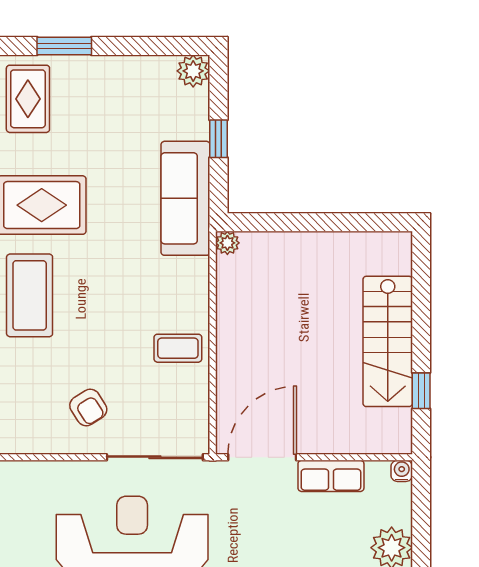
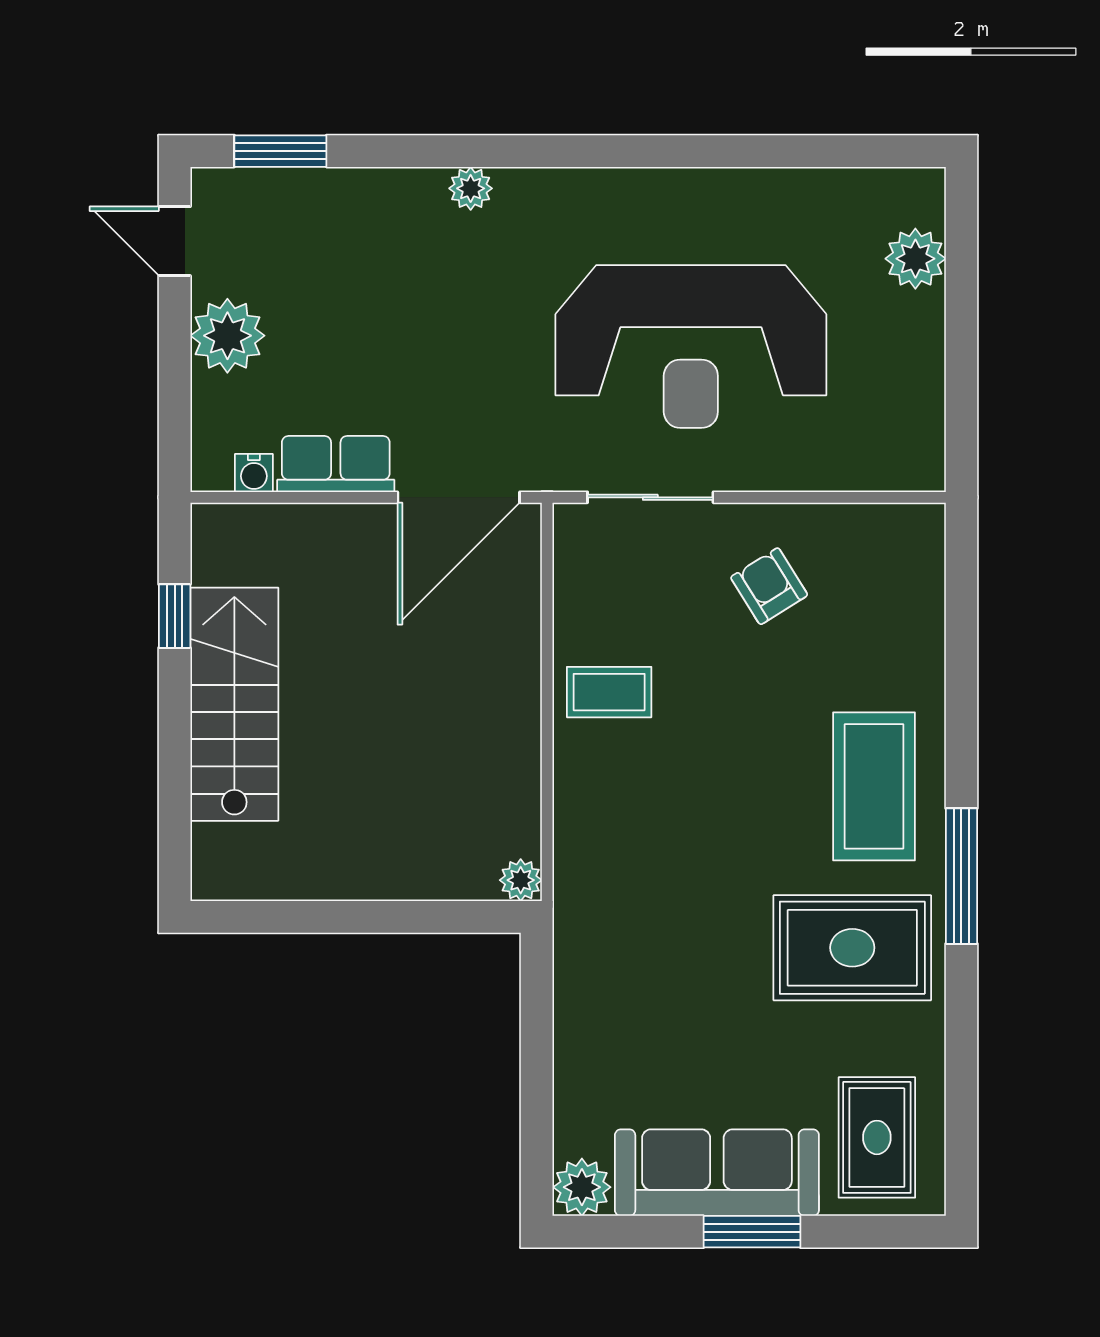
window: (64, 46) -> (752, 1232), moved
window: (219, 139) -> (537, 1066), removed
sofa: (185, 198) -> (717, 1173), moved, turned -90
sliding door: (155, 457) -> (650, 497), width x0.73
water cooler: (402, 471) -> (254, 473), moved

